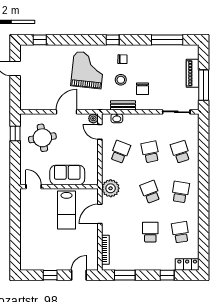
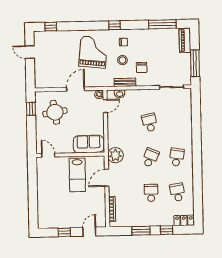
piano: (193, 73) -> (185, 40), moved
door: (100, 132) -> (105, 106), swing flipped
school desk: (120, 152) -> (123, 123), removed
school desk: (180, 152) -> (176, 122), removed
sofa: (67, 175) -> (89, 144), moved
school desk: (150, 192) -> (150, 158), turned 45
window: (125, 275) -> (141, 231), moved

